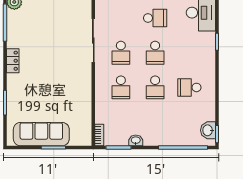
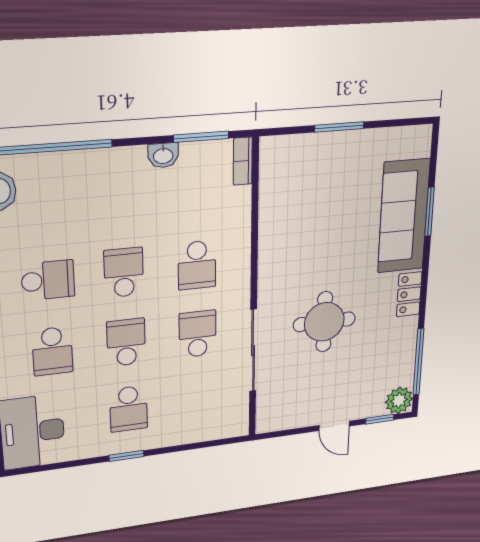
school desk: (155, 18) -> (129, 409), turned -90
round table: (57, 51) -> (324, 322), added
school desk: (189, 53) -> (52, 351), added
school desk: (121, 87) -> (197, 265), turned 180
sofa: (41, 134) -> (404, 216), moved, turned 90

